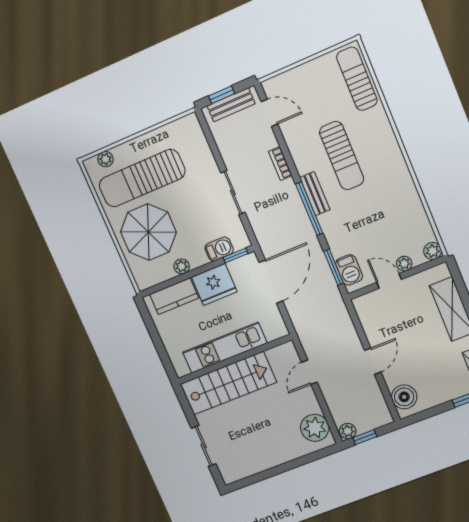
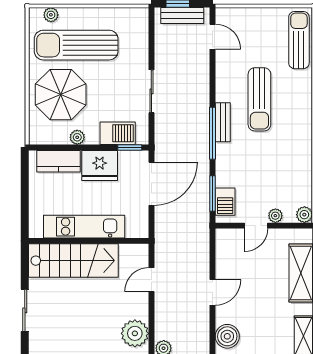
bookcase: (280, 164) -> (204, 84), removed
barbecue: (219, 249) -> (118, 133), width x1.38, depth x1.27
door: (389, 281) -> (256, 226), swing flipped

